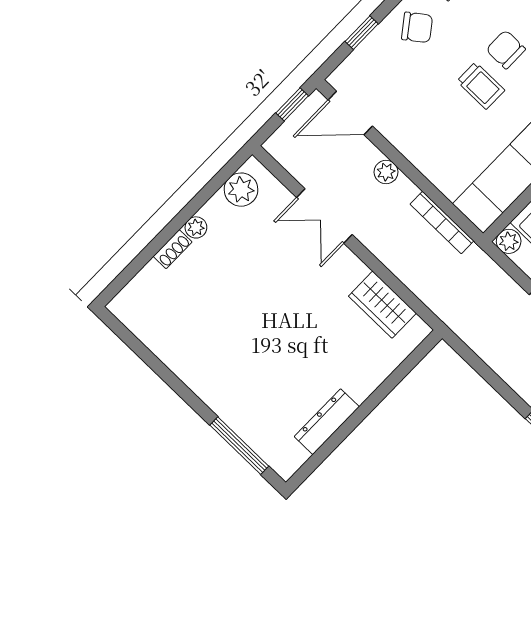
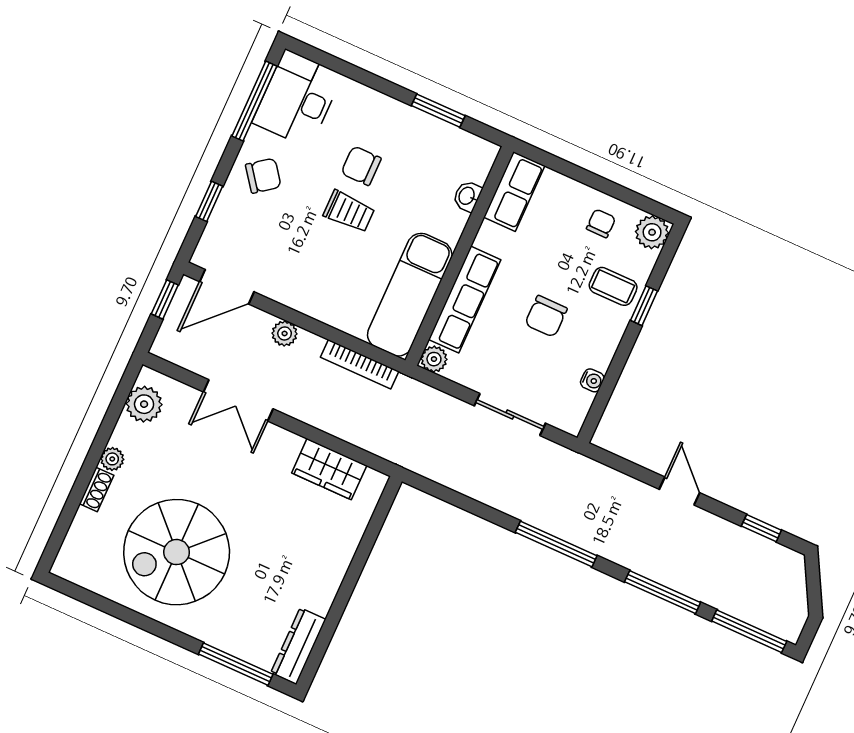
spiral stairs: (223, 329) -> (177, 552), added
dresser: (327, 422) -> (298, 646), moved

